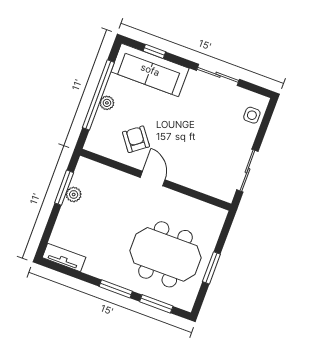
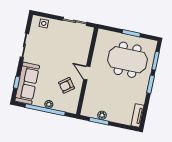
door: (153, 179) -> (87, 73), hinge flipped
meeting table: (165, 254) -> (128, 60), turned 90

